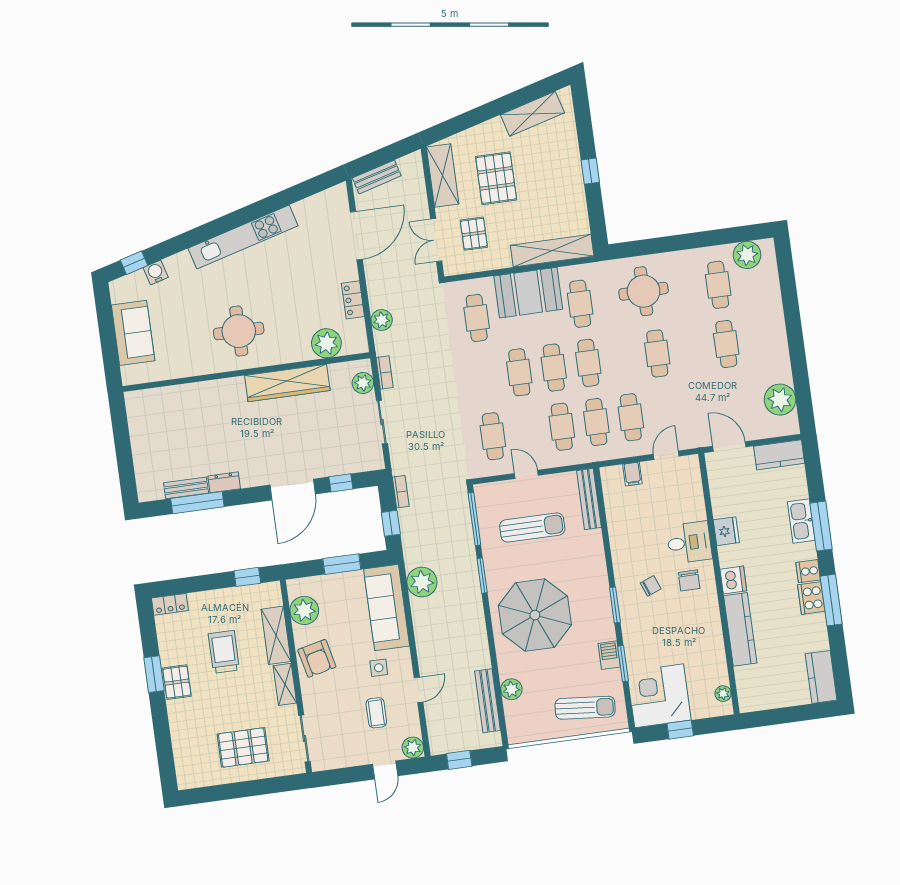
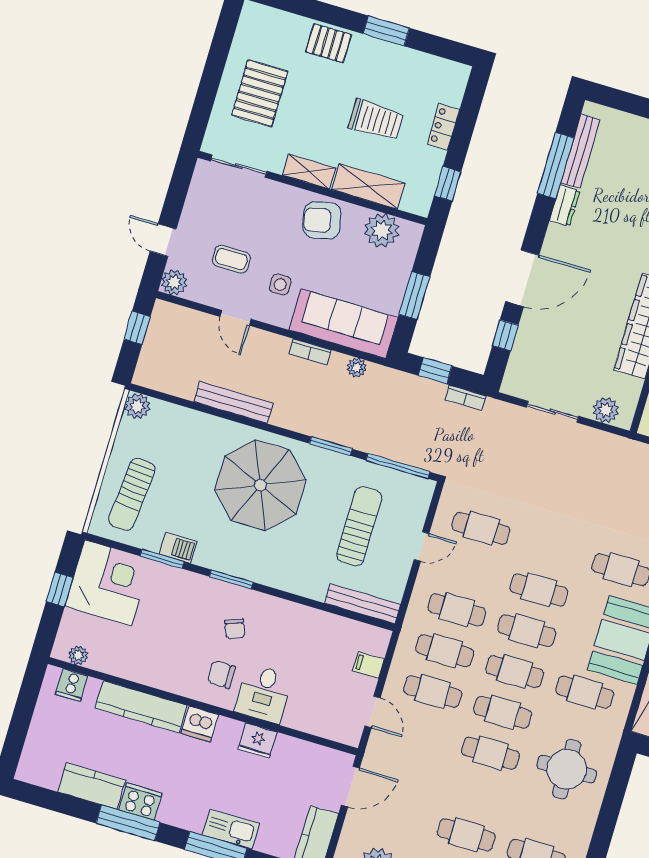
cafe table: (623, 358) -> (503, 712), added
bookcase: (385, 372) -> (310, 352), moved
bench: (186, 488) -> (580, 151), width x1.36
door: (293, 490) -> (522, 278), swing flipped
sun lounger: (532, 528) -> (359, 526), turned 180
cooker: (808, 571) -> (72, 685), moved, turned 180
plant: (422, 582) -> (356, 368), width x0.53, depth x0.53
locker: (170, 604) -> (443, 127), moved
kitchen counter: (821, 677) -> (92, 786), moved
pallet: (177, 682) -> (328, 43), moved
plant: (511, 689) -> (137, 406), moved
bench: (488, 701) -> (233, 402), moved

